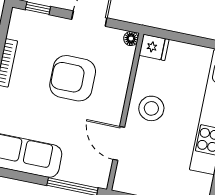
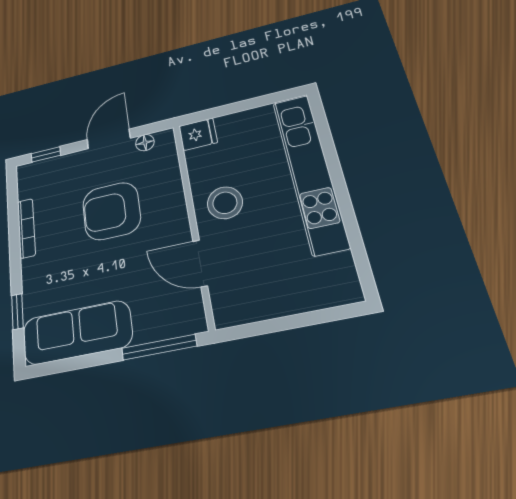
floor lamp: (131, 39) -> (145, 143), moved

